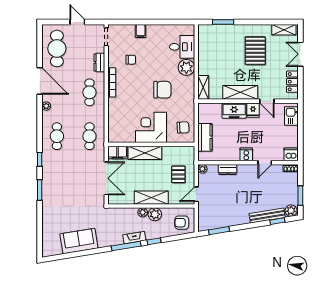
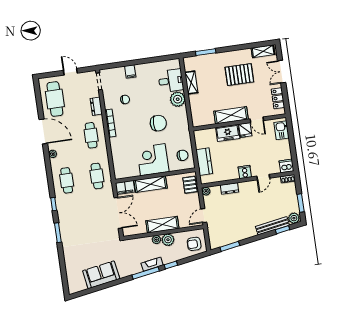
pallet: (255, 51) -> (239, 75), turned 90
shelving: (203, 87) -> (191, 83), moved
pallet: (178, 174) -> (190, 185), moved

